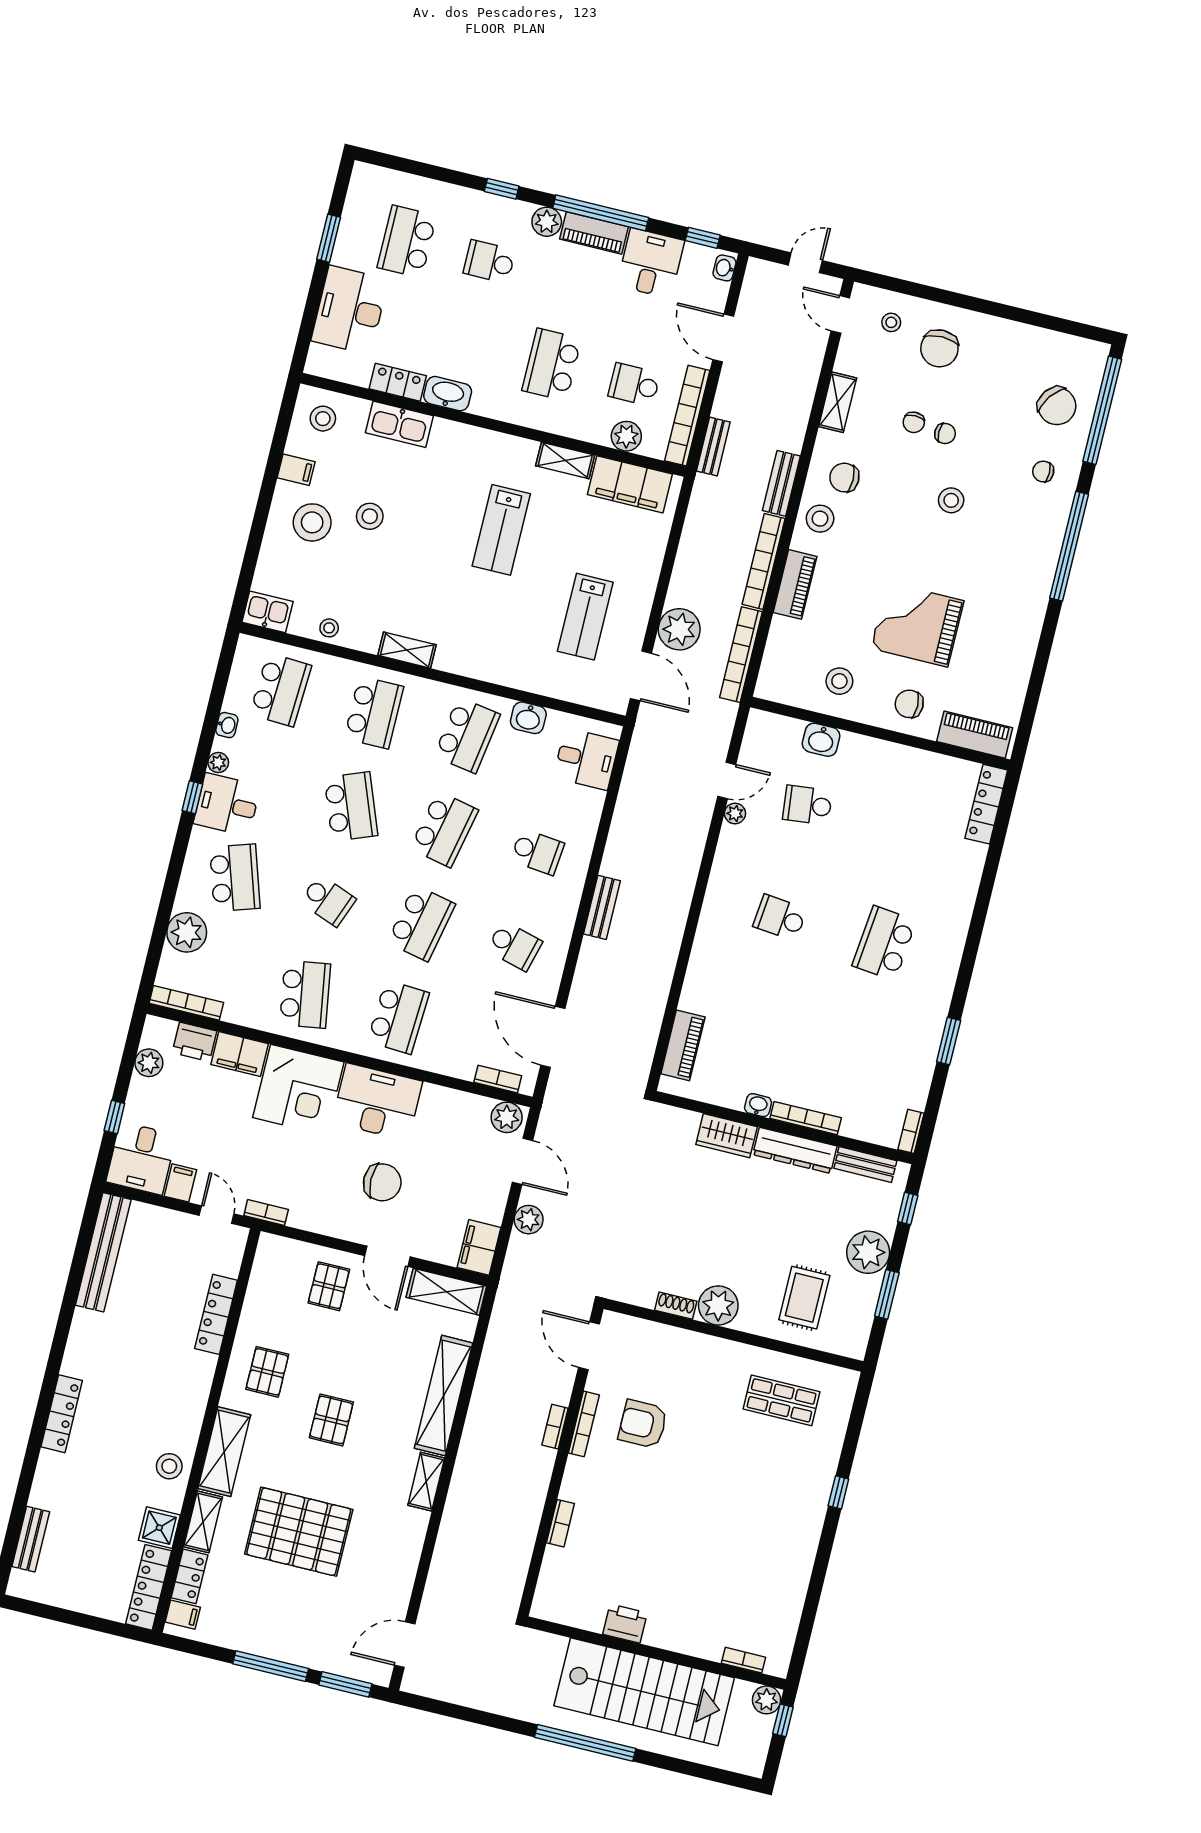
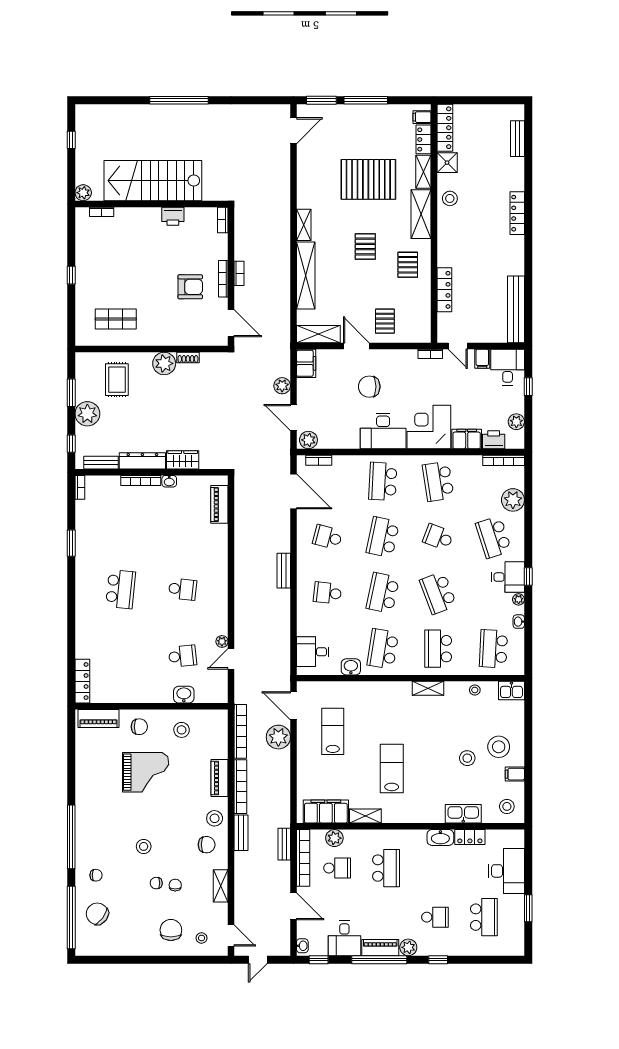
printer: (625, 1624) -> (173, 216), moved
wall: (656, 1653) -> (152, 204), moved
bookcase: (744, 1660) -> (102, 212), moved
stairs: (644, 1692) -> (153, 181), moved
plant: (767, 1700) -> (83, 193), moved

